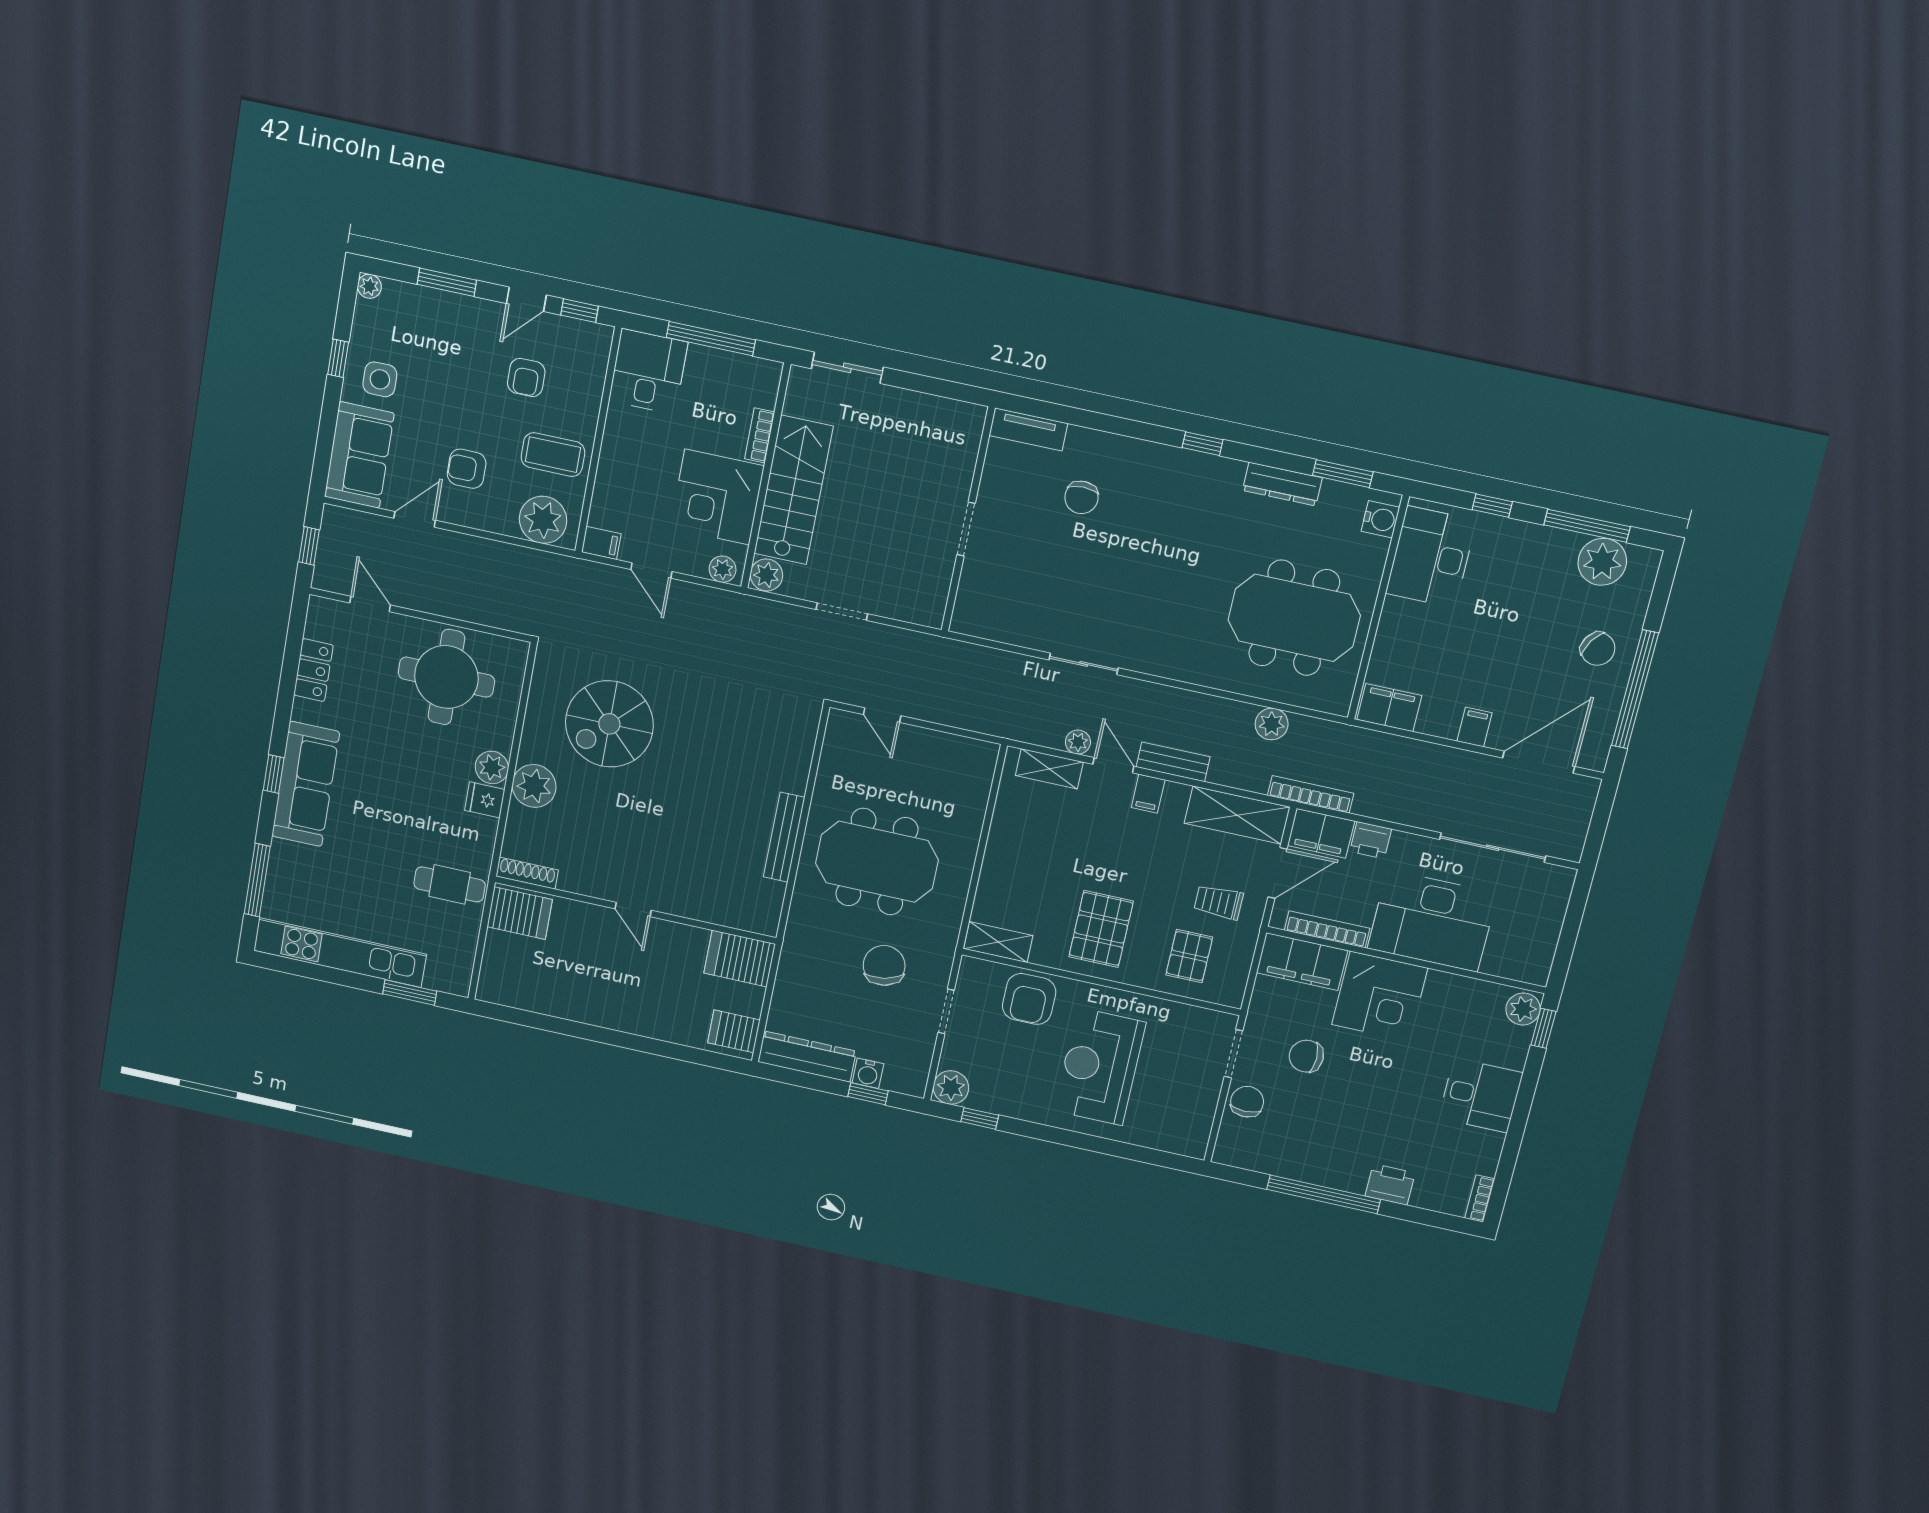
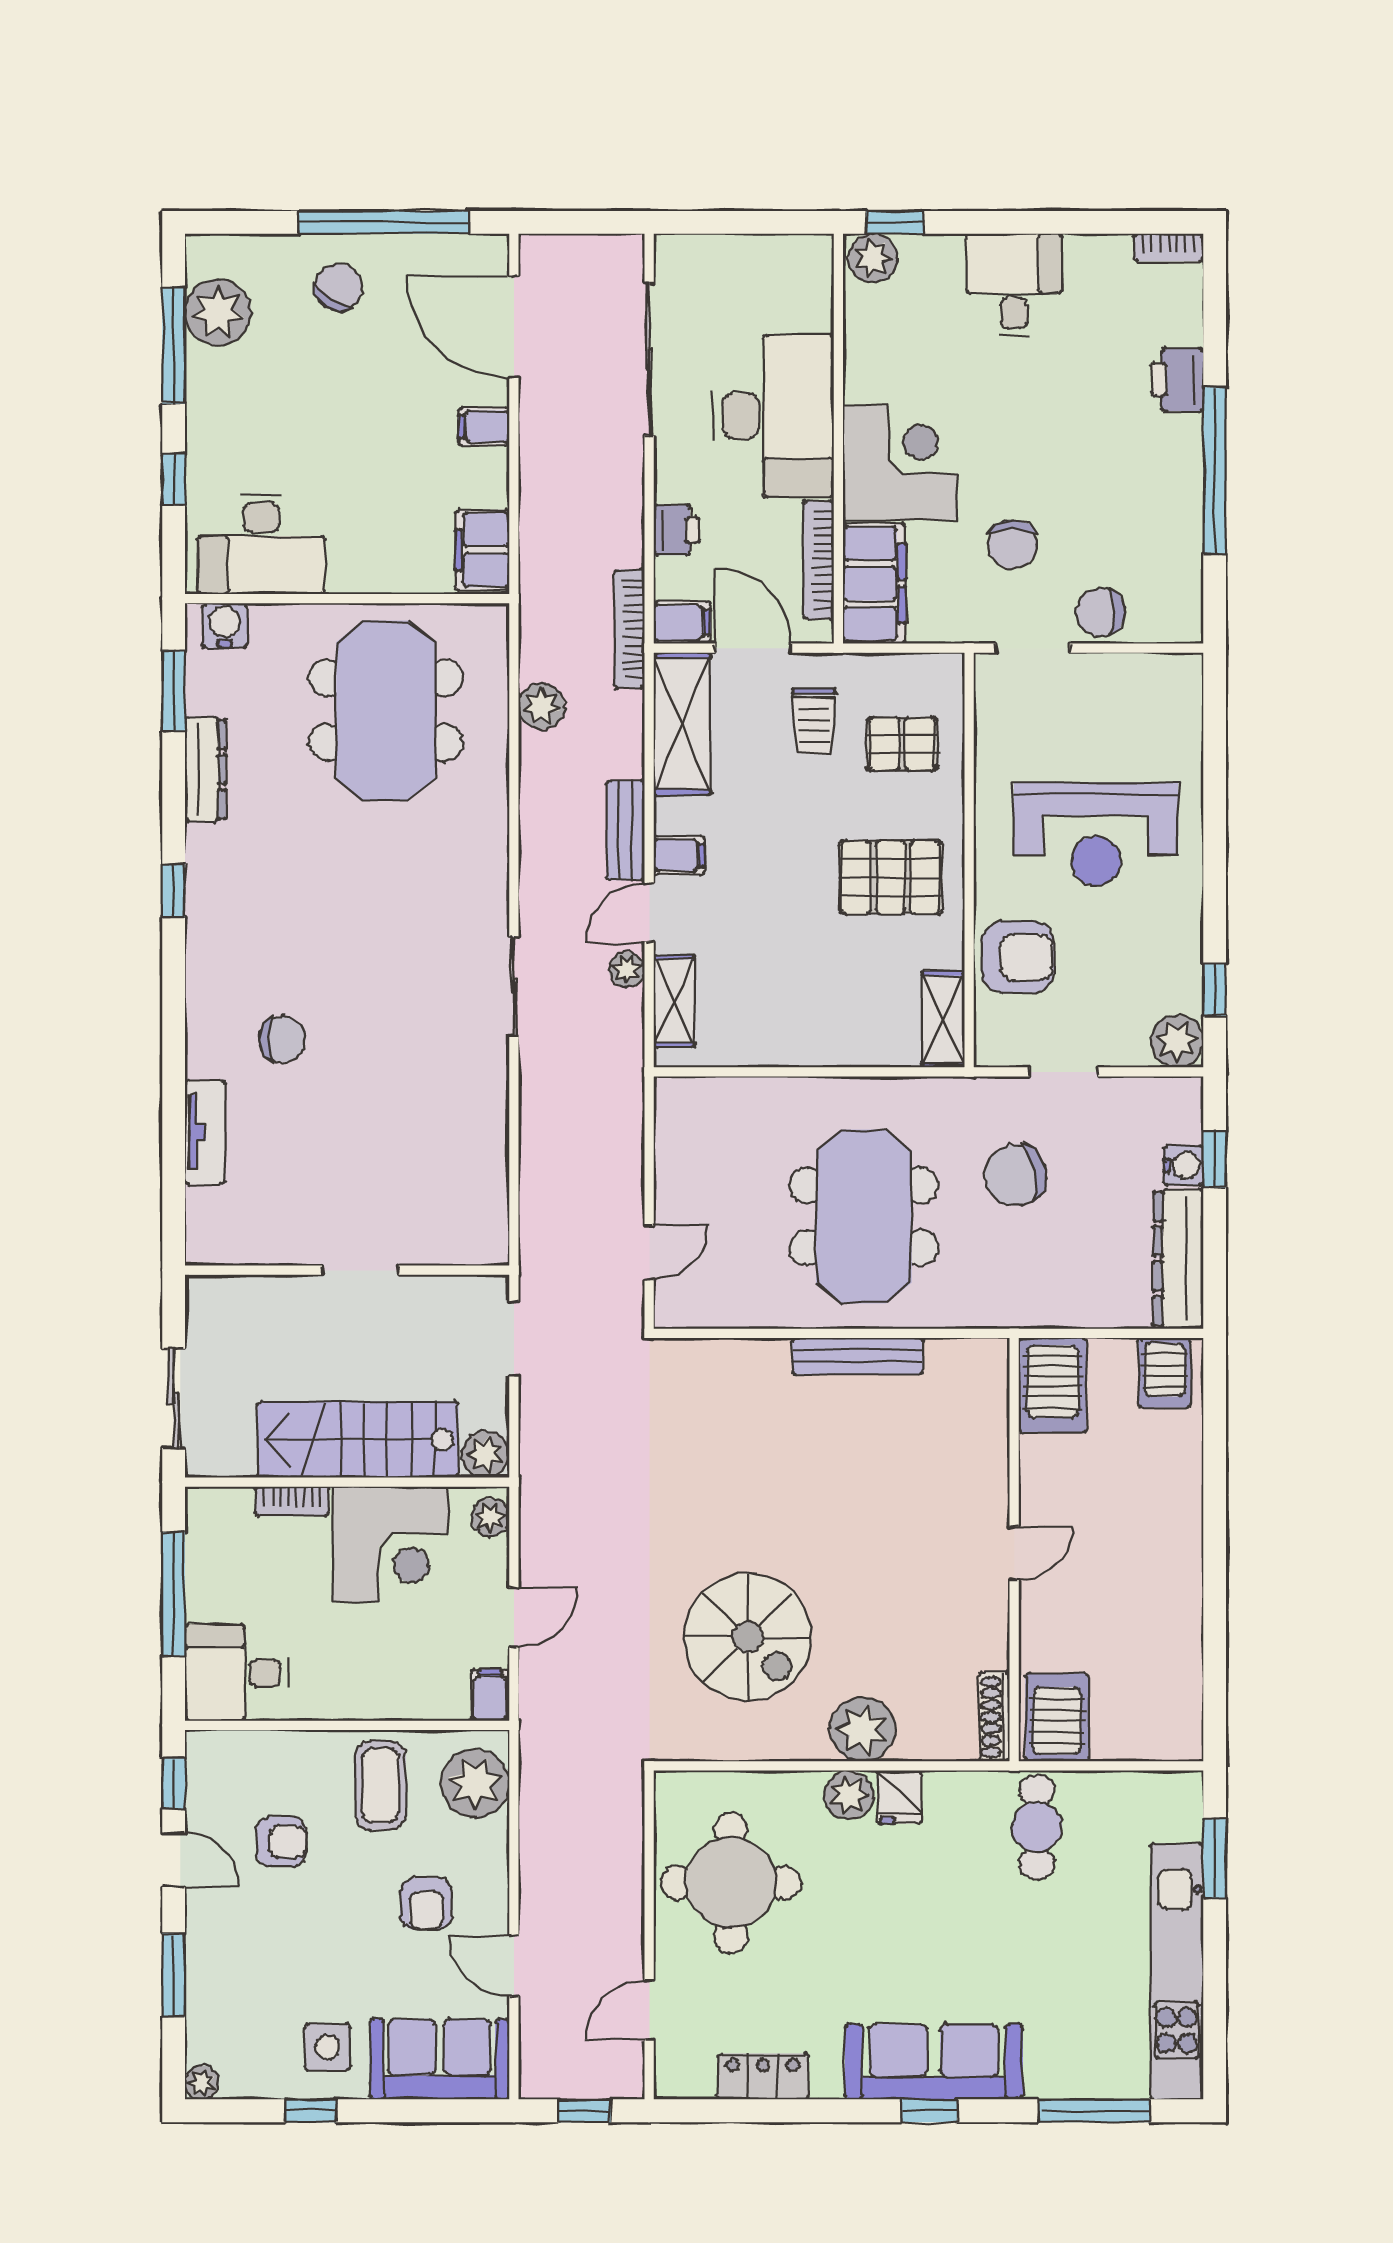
wall: (968, 520) -> (347, 1270), moved
doorway: (966, 529) -> (360, 1270), moved
filing cabinet: (1321, 833) -> (682, 622), width x0.50

